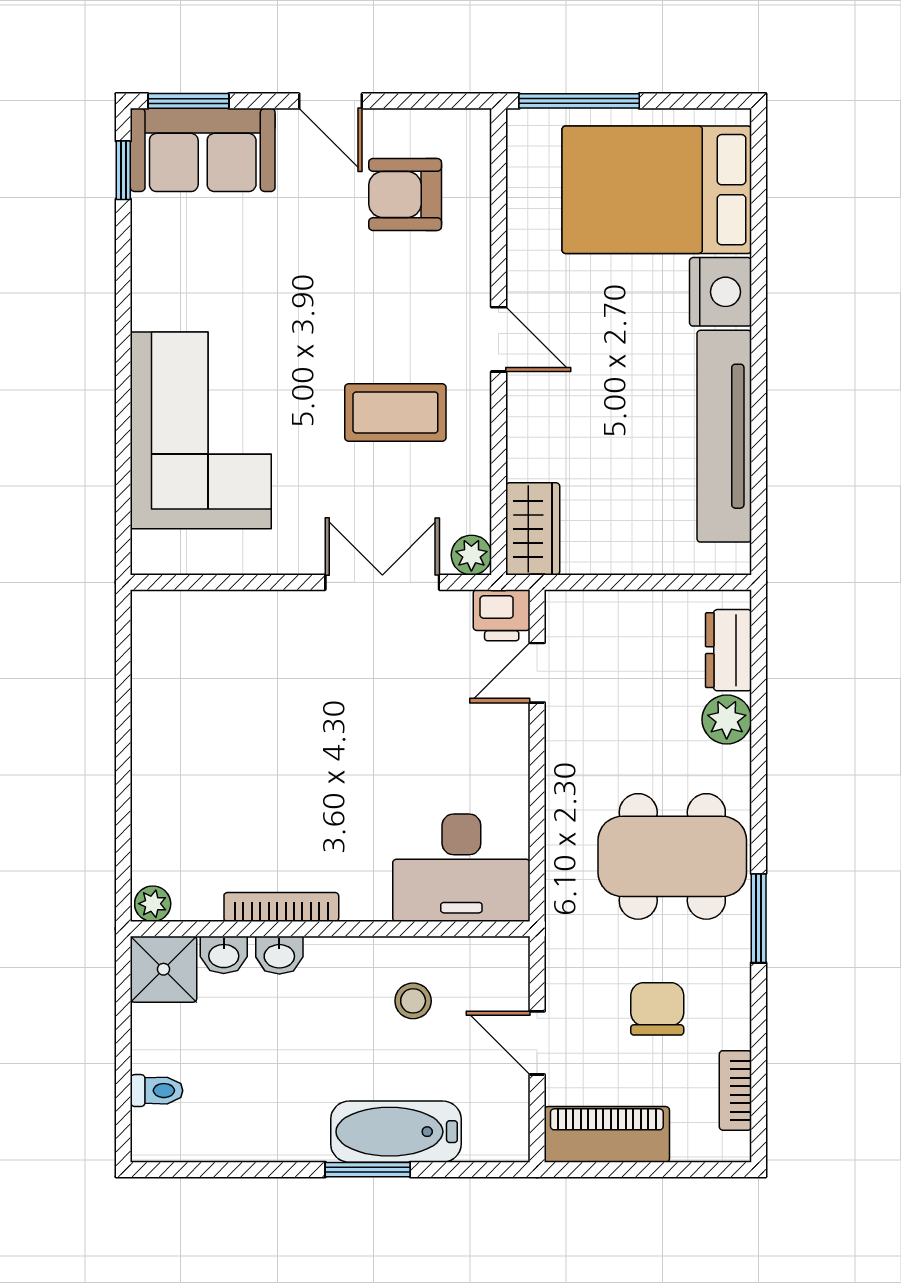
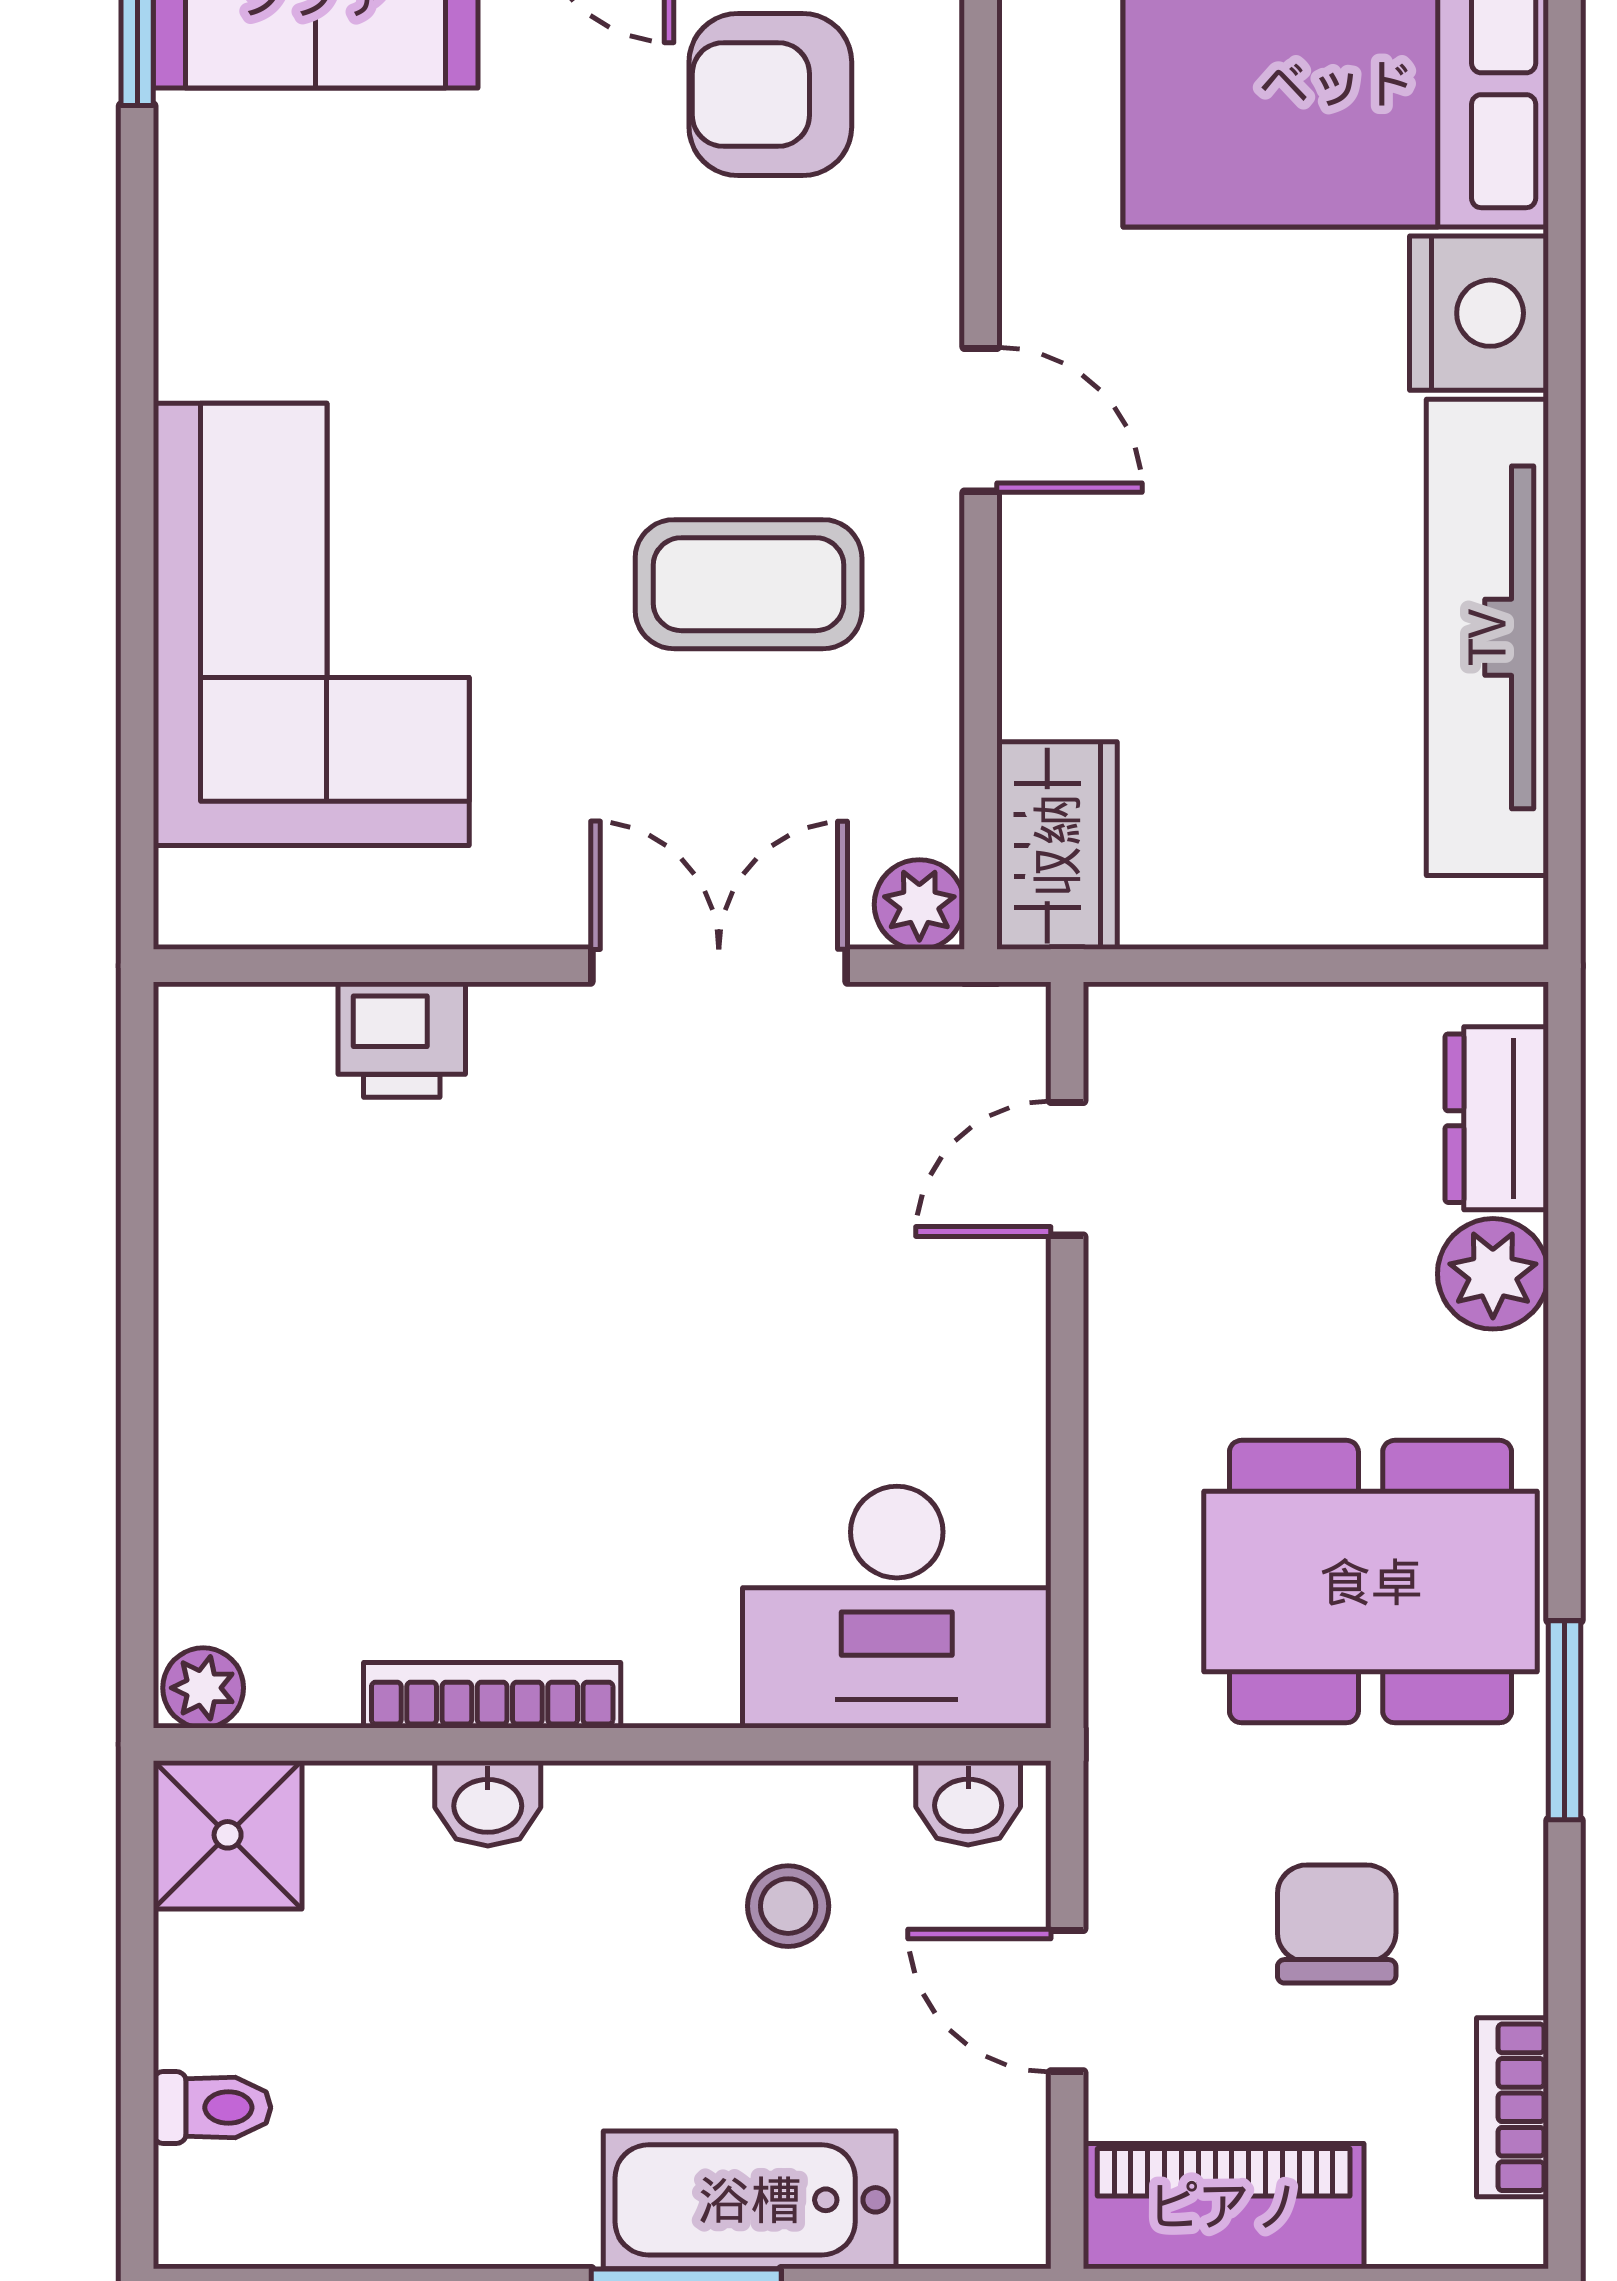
printer: (502, 615) -> (402, 1040), moved
washbasin: (224, 955) -> (968, 1803), moved

